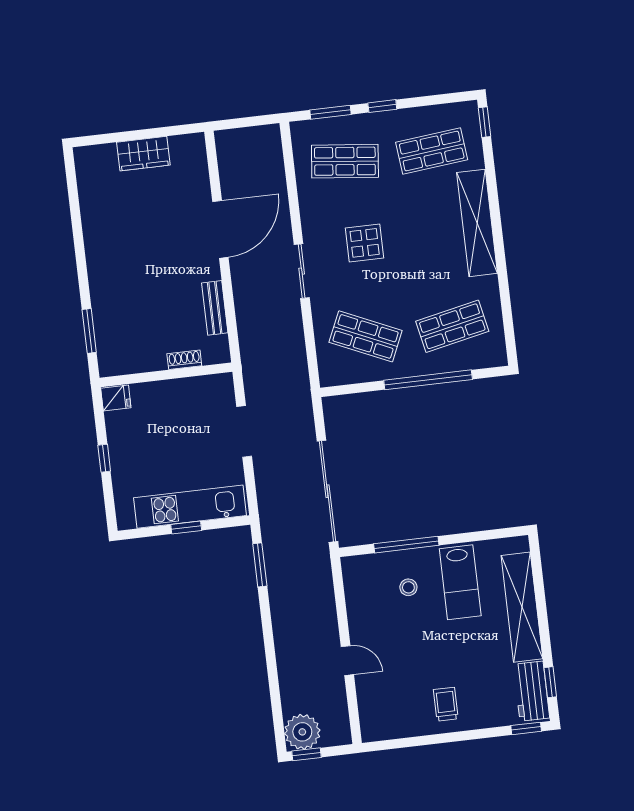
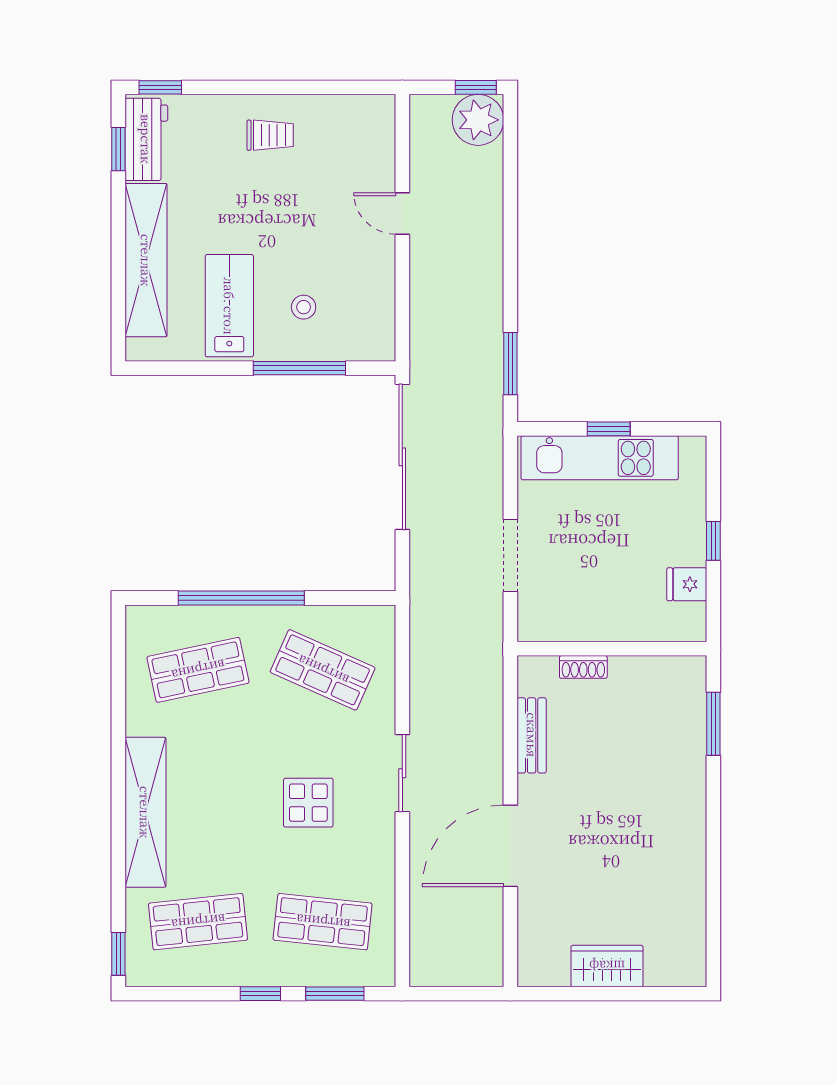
fridge: (116, 398) -> (687, 584), moved
trolley: (446, 704) -> (270, 135), turned -90

